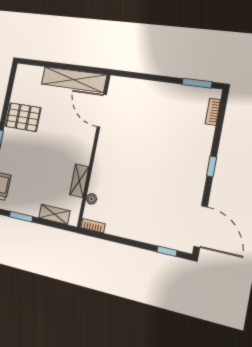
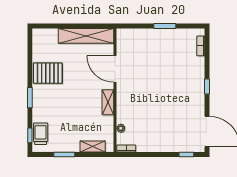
window: (197, 83) -> (165, 26), moved
door: (102, 111) -> (115, 69), moved
shelving: (79, 181) -> (108, 102), moved

